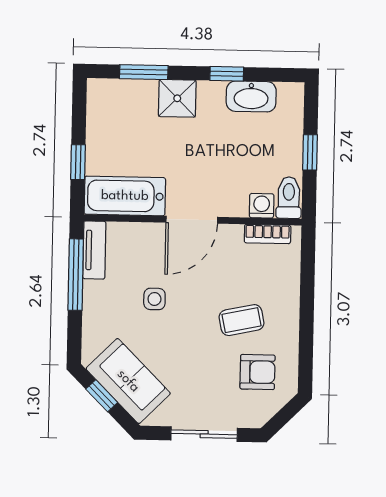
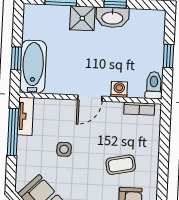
washbasin: (251, 96) -> (112, 17), moved
bathtub: (125, 196) -> (33, 67), moved, turned 90
washing machine: (262, 206) -> (119, 89), moved
door: (192, 220) -> (90, 98), width x0.73

